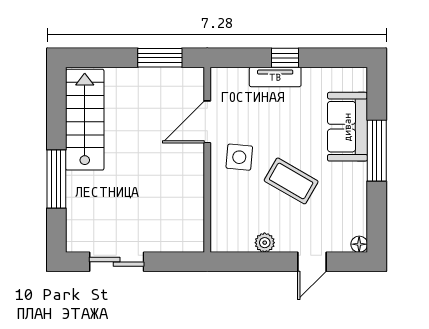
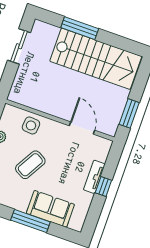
stairs: (85, 120) -> (96, 59), width x1.36, depth x1.51
side table: (239, 157) -> (31, 125), moved

